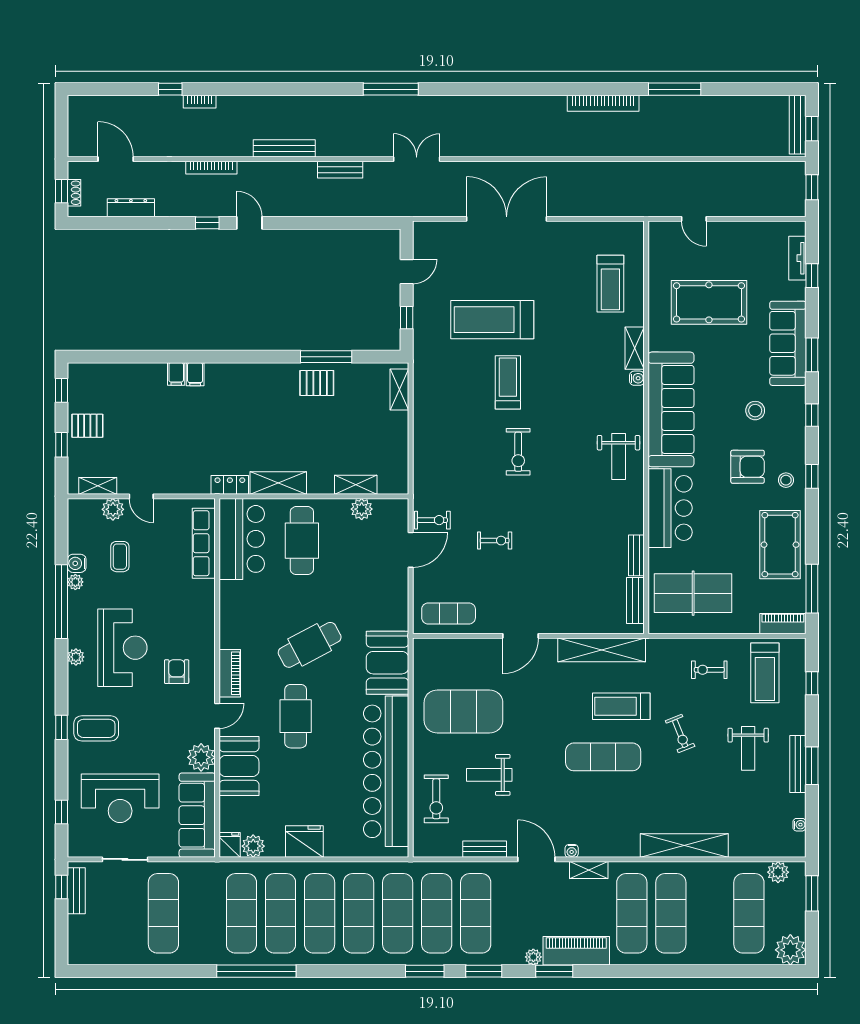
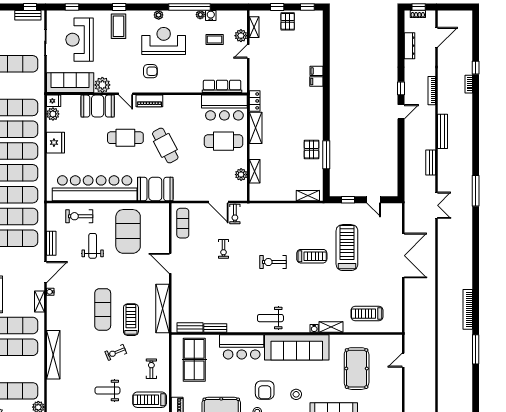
reception desk: (122, 648) -> (164, 41), turned 180

